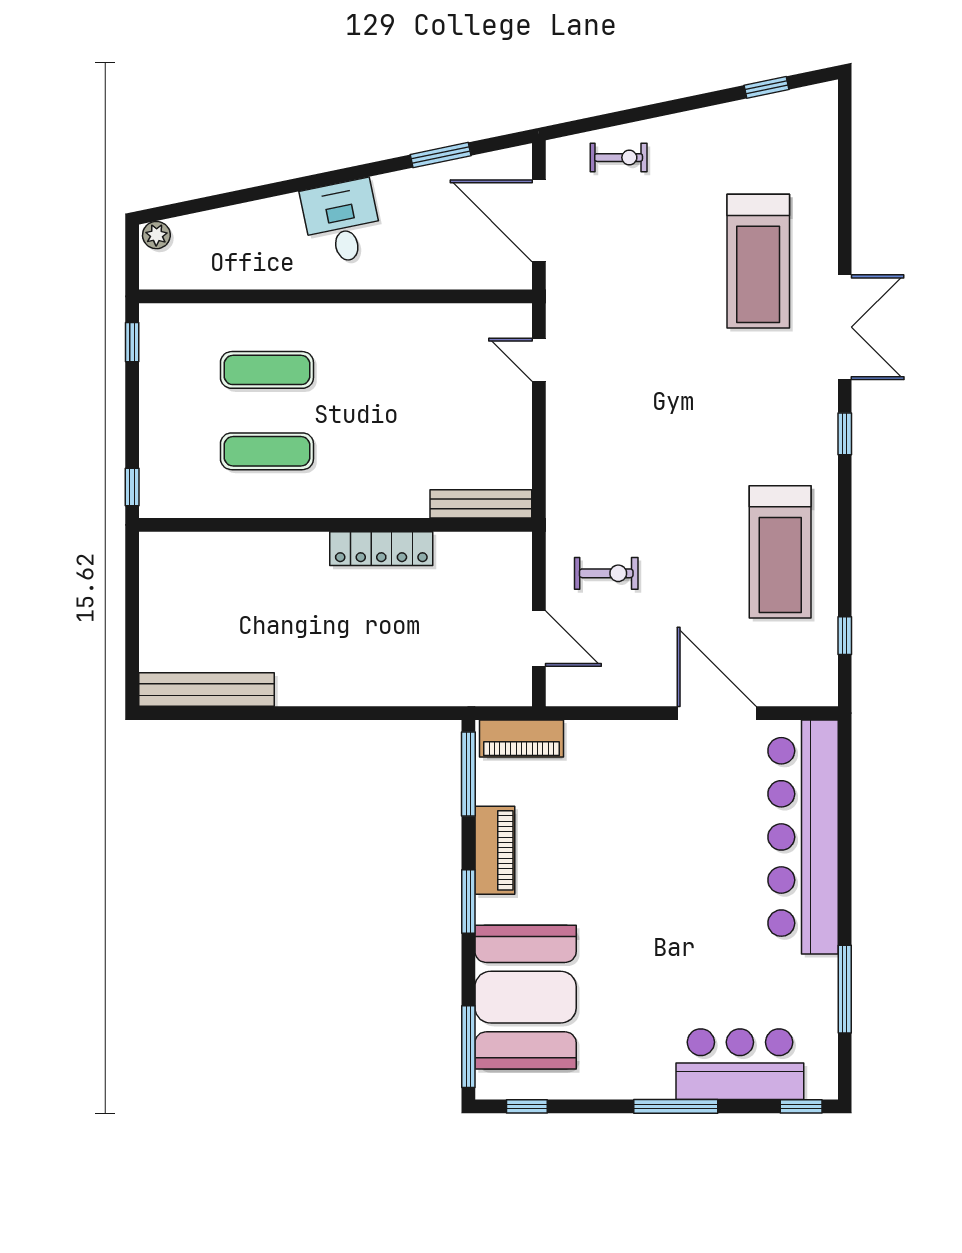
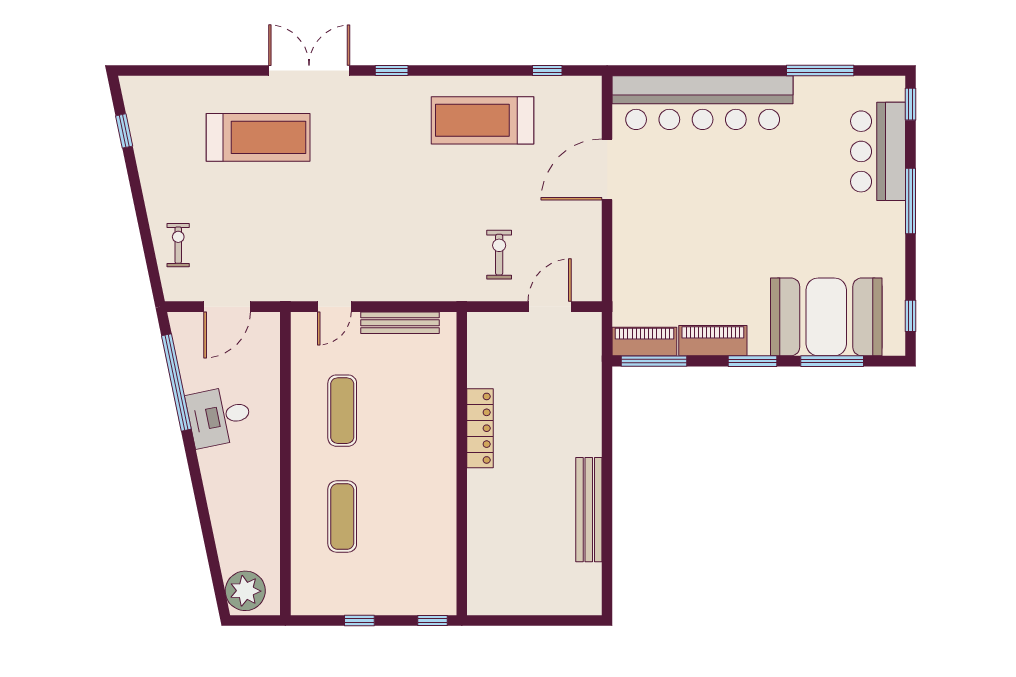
window: (441, 155) -> (176, 382), width x2.11
door: (539, 221) -> (227, 307), width x0.73
desk: (342, 222) -> (219, 417), moved
plant: (156, 235) -> (245, 591), width x1.87, depth x1.87
window: (132, 342) -> (359, 620), moved
exercise mat: (267, 451) -> (342, 411), moved
bench: (481, 504) -> (400, 323), moved, turned 90
treadmill: (780, 552) -> (483, 120), turned 180
bench: (207, 690) -> (589, 510), moved
piano: (521, 739) -> (644, 341), moved, turned -90
window: (468, 1047) -> (832, 361), moved

